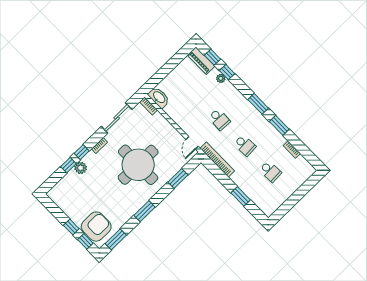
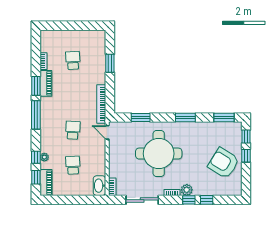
window: (258, 104) -> (36, 115), width x1.44
piano: (274, 135) -> (46, 83), added
door: (192, 143) -> (107, 132), swing flipped
school desk: (245, 145) -> (73, 165), moved
plant: (81, 168) -> (187, 190), moved
armchair: (96, 227) -> (224, 163), moved, turned 32

